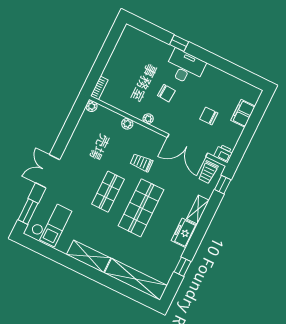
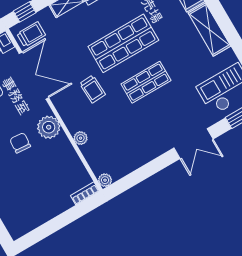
plant: (148, 119) -> (49, 127), width x1.88, depth x1.88

